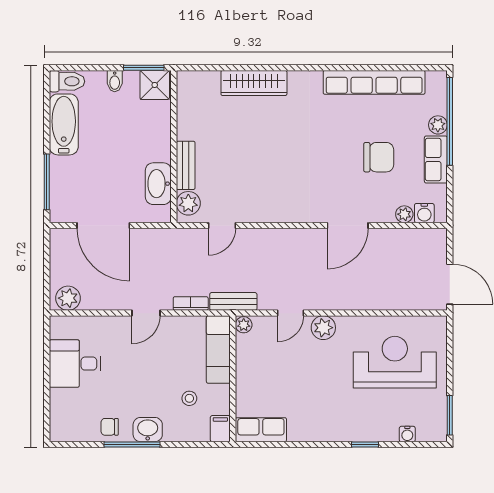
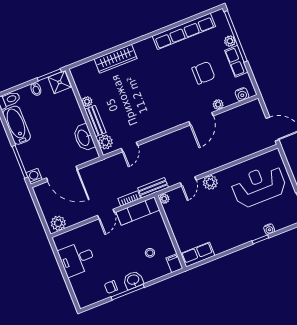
plant: (185, 131) -> (87, 102), added
washing machine: (60, 212) -> (34, 176), added
plant: (404, 214) -> (218, 105), moved
exam couch: (218, 350) -> (138, 211), moved, turned -90
water cooler: (407, 434) -> (269, 229), moved

